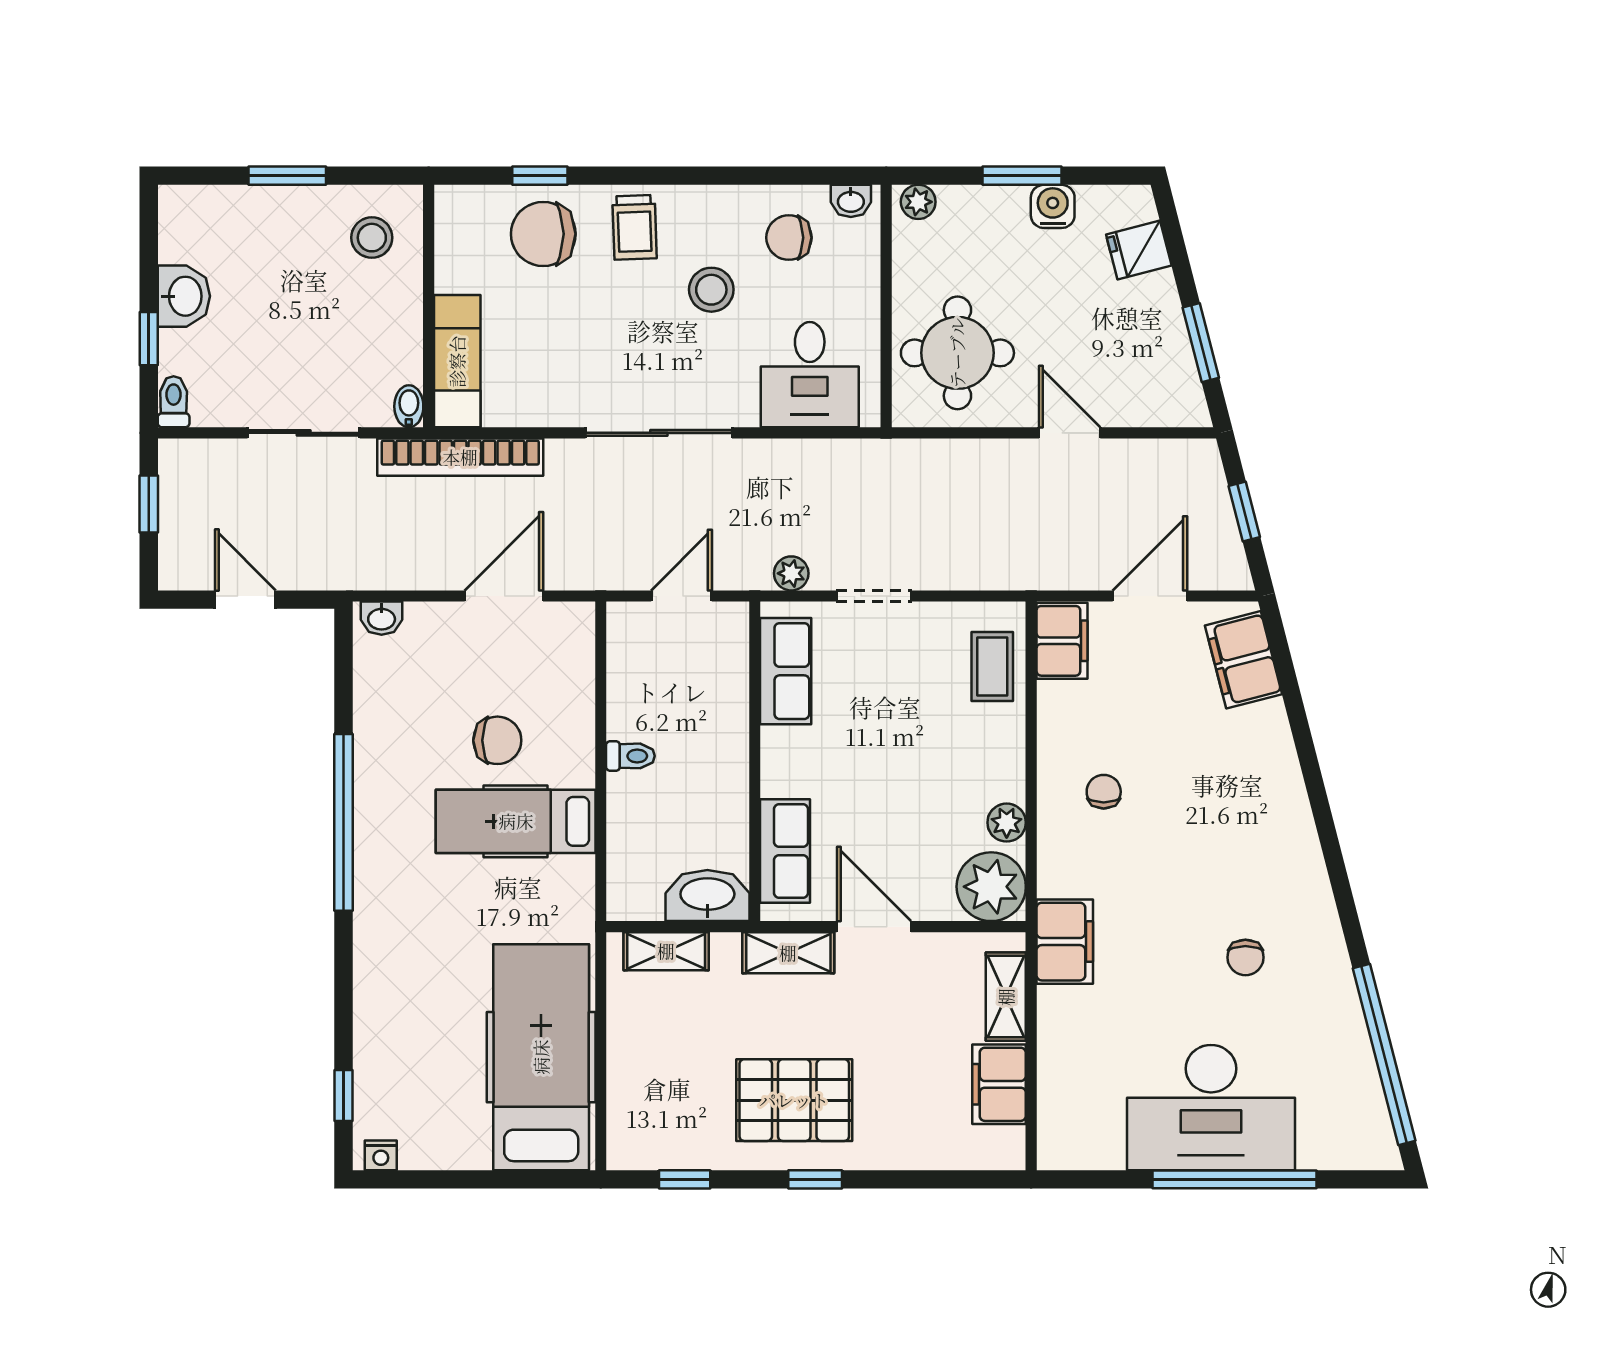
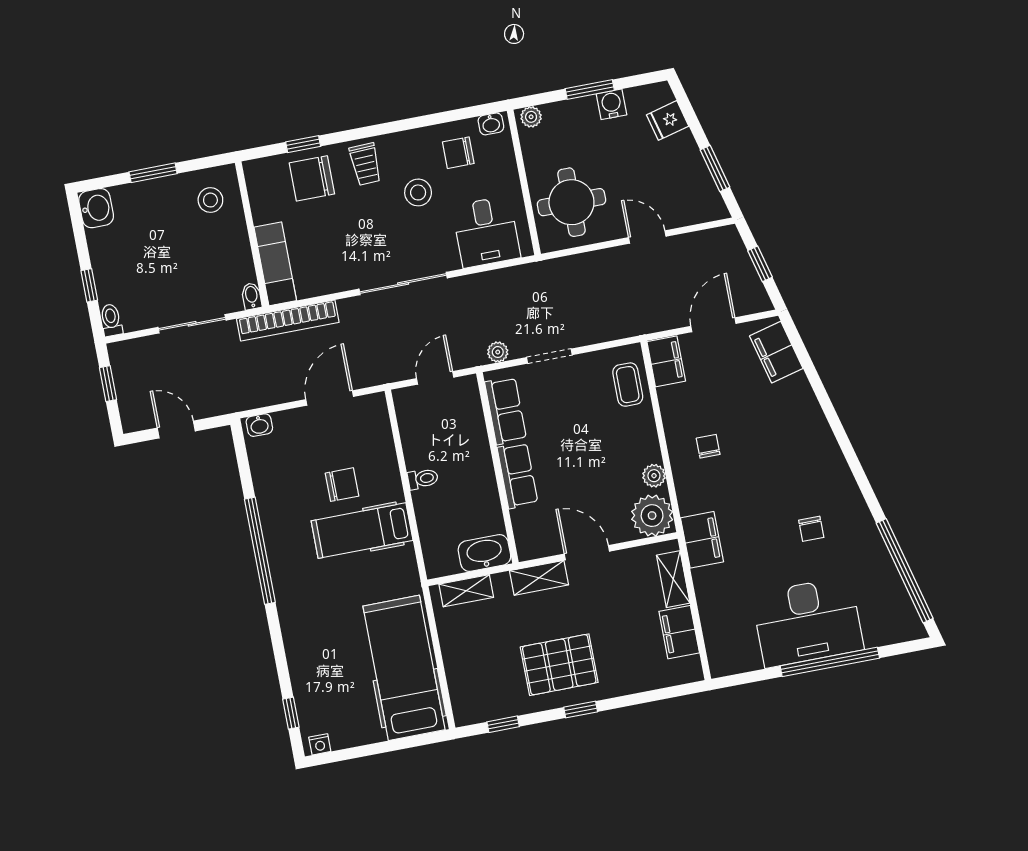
washbasin: (184, 296) -> (96, 208), moved
row of seats: (785, 851) -> (517, 475), moved

